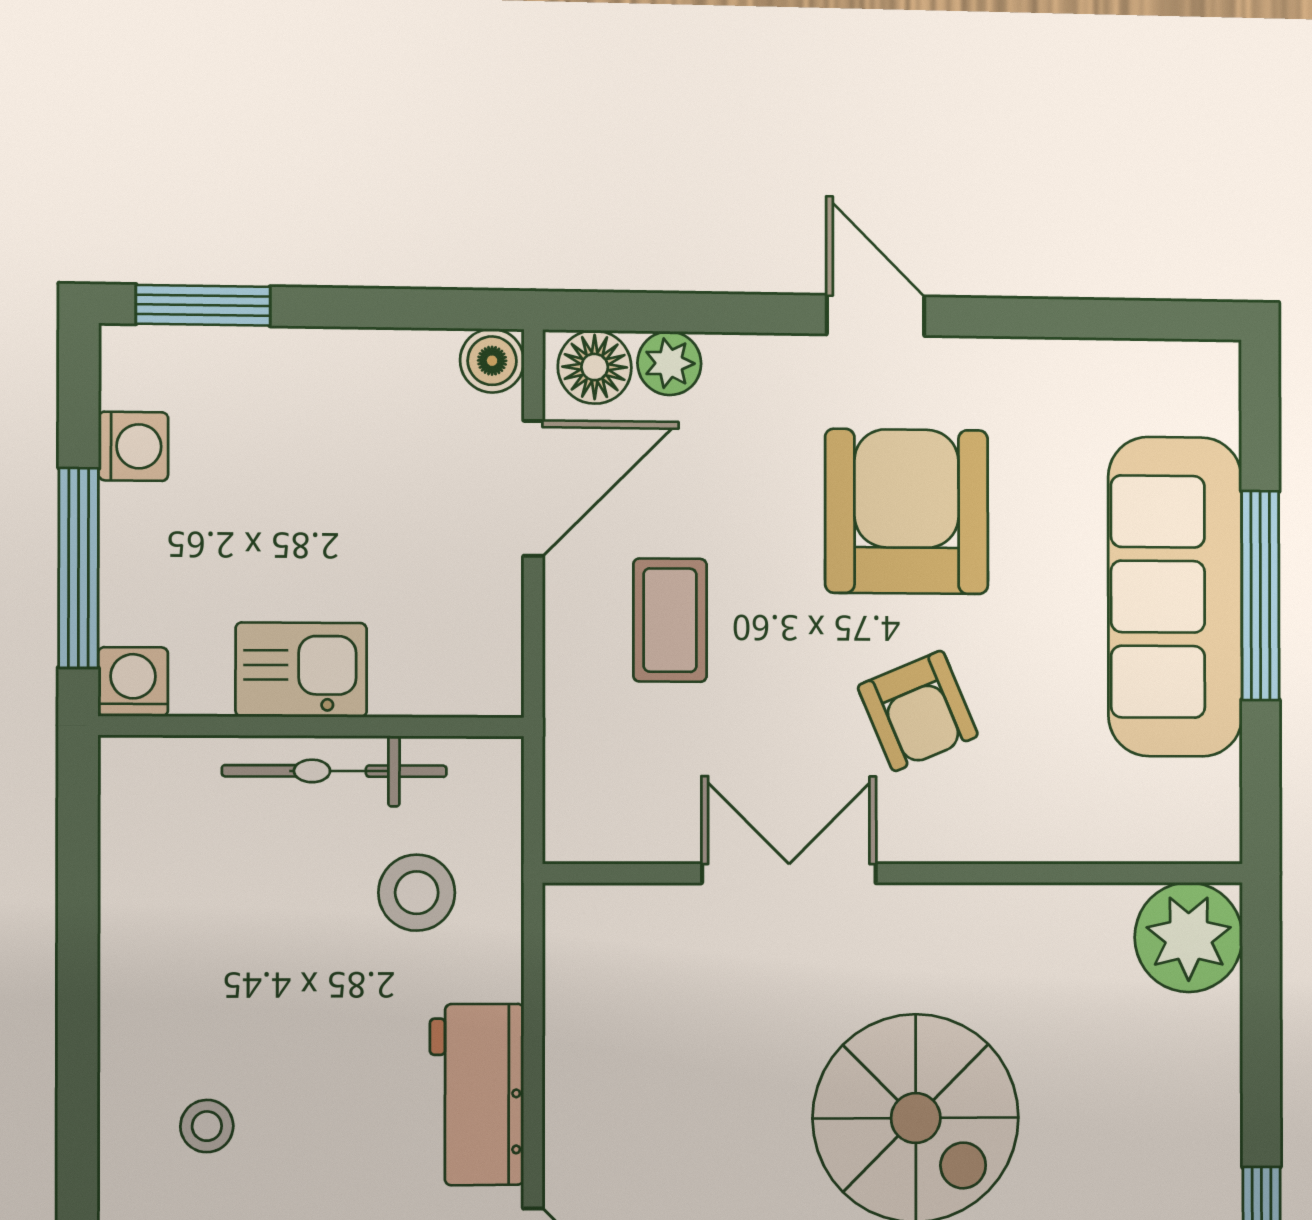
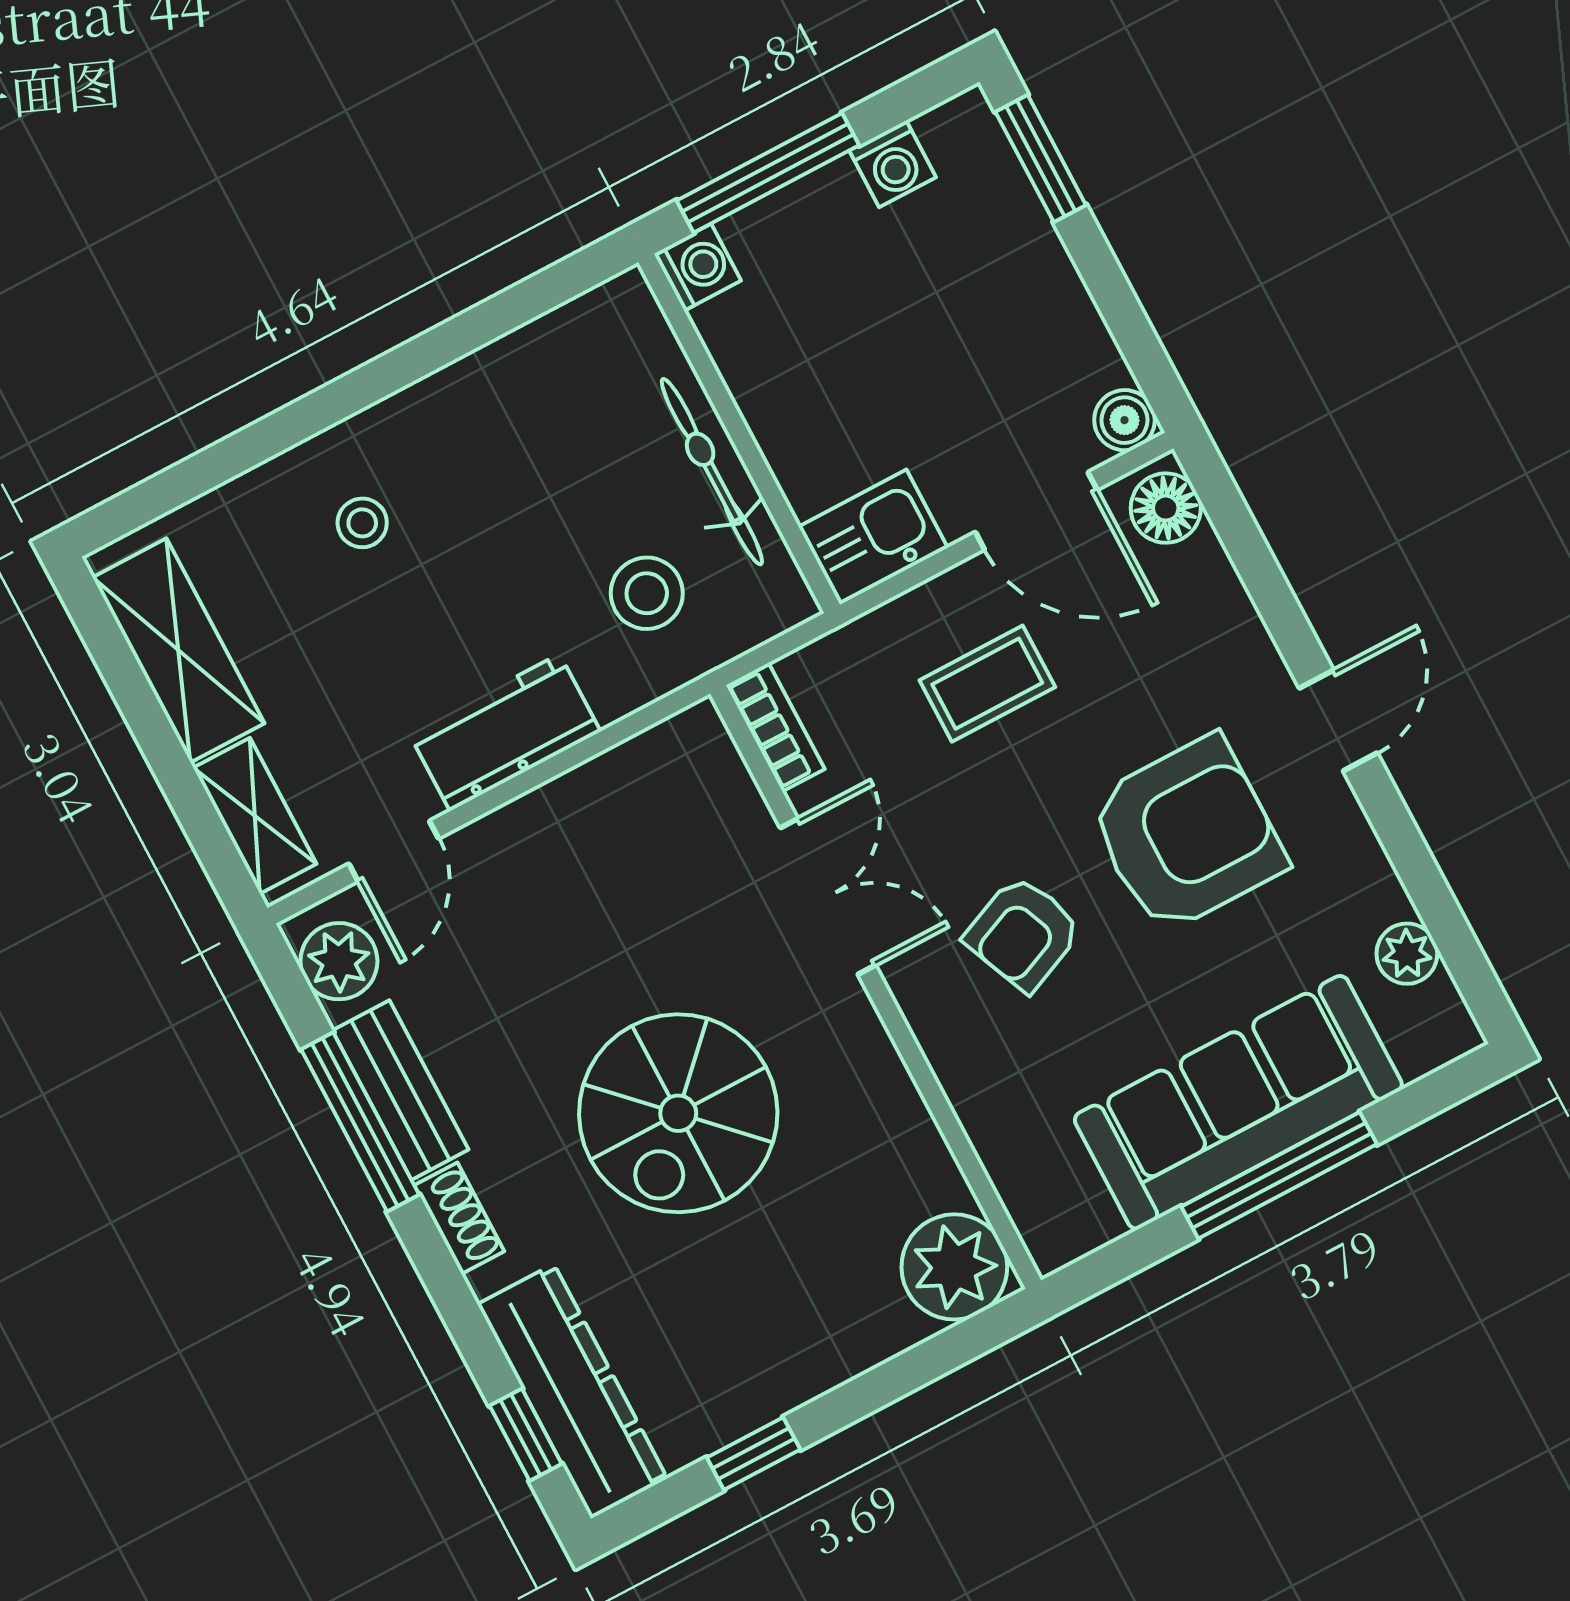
plant: (669, 363) -> (1407, 954), moved
kitchen sink: (301, 670) -> (873, 537), moved, turned -90
bookcase: (606, 839) -> (775, 727), added

